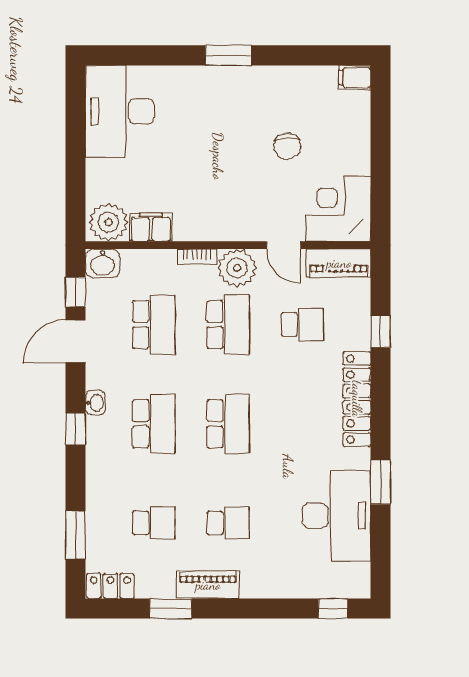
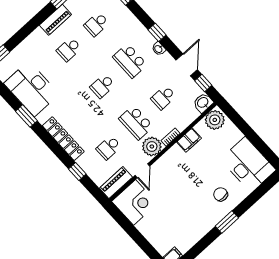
chair: (287, 146) -> (221, 194), moved
filing cabinet: (151, 227) -> (189, 140), moved
door: (284, 245) -> (142, 171), swing flipped
school desk: (154, 325) -> (163, 97), width x0.54
school desk: (228, 424) -> (102, 86), width x0.54

